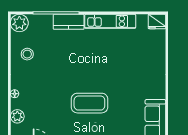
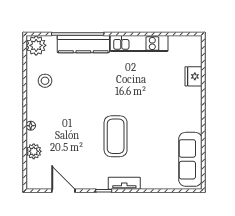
kitchen counter: (69, 22) -> (83, 44), width x1.50
fridge: (157, 22) -> (193, 76), moved, turned 90
coffee table: (89, 103) -> (116, 136), turned 90

